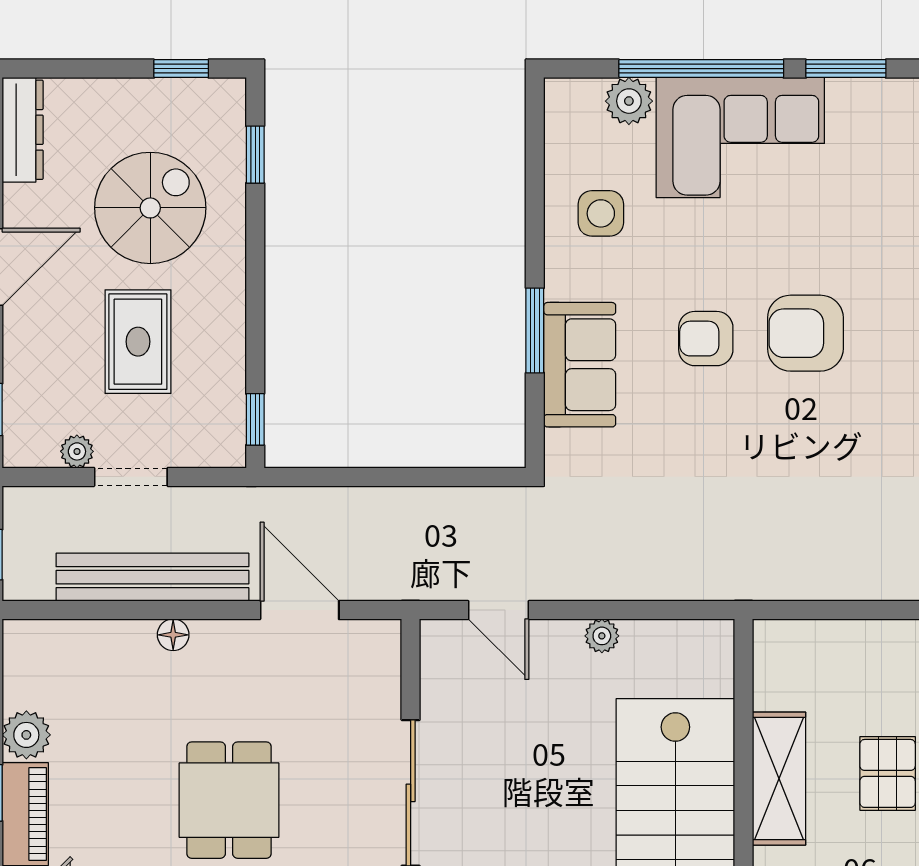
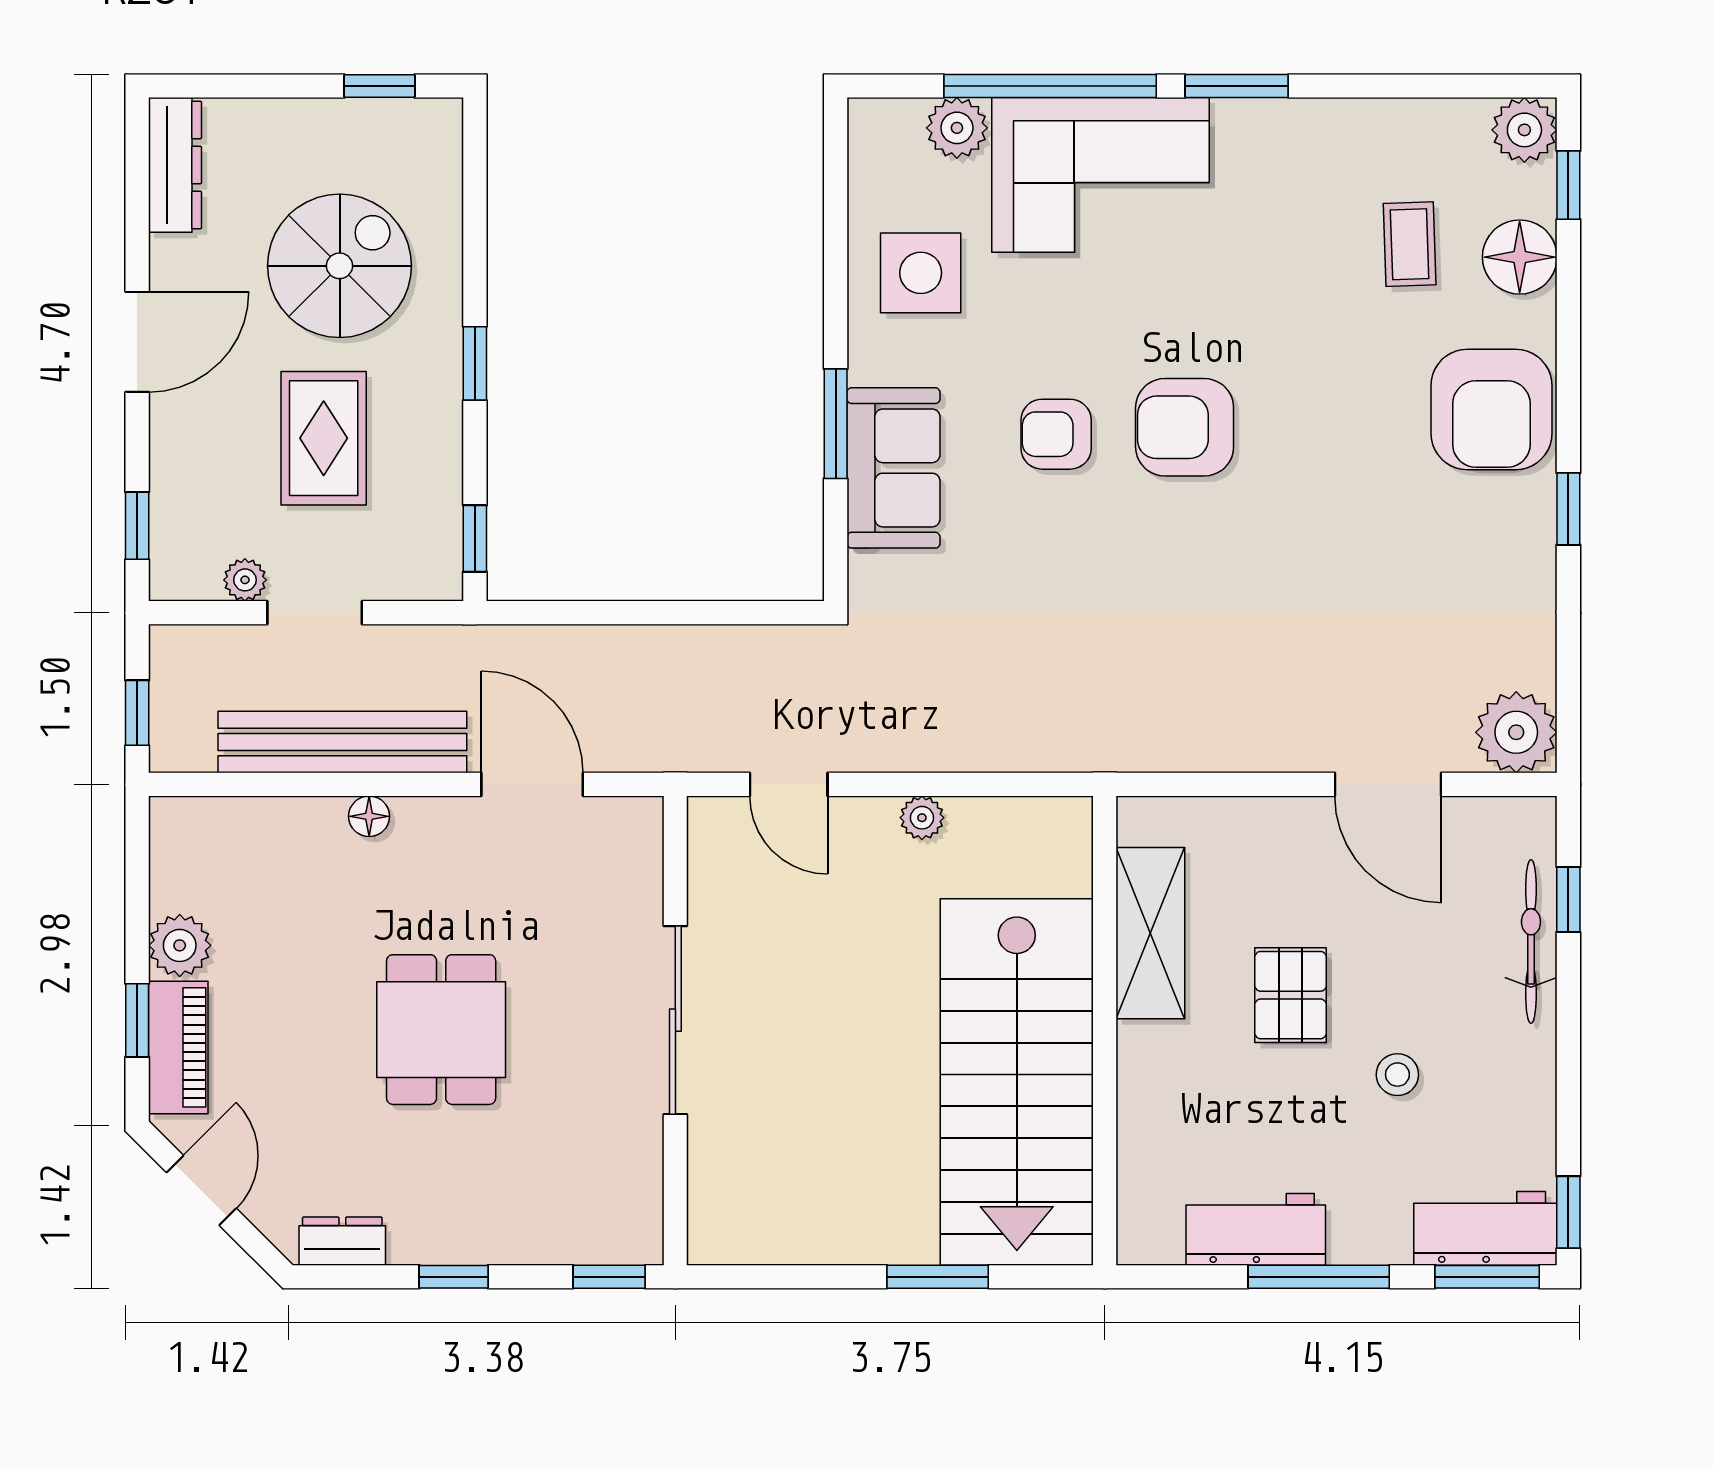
window: (255, 155) -> (475, 363), moved
side table: (601, 213) -> (921, 273), width x1.37, depth x1.37
shelving: (779, 779) -> (1150, 933), moved

